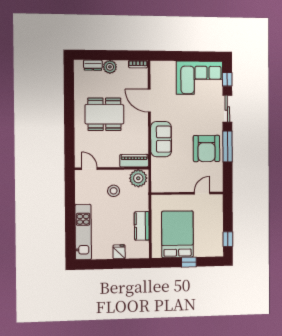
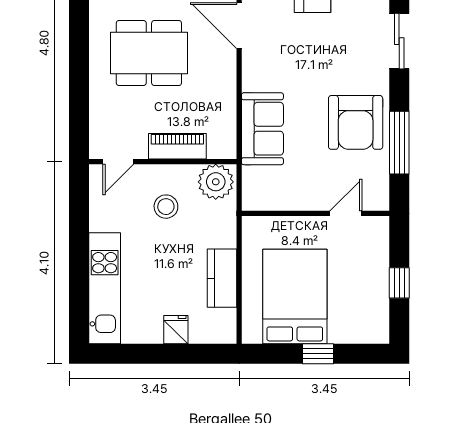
sofa: (161, 139) -> (262, 129), moved
window: (228, 146) -> (399, 143), moved
piano: (134, 161) -> (177, 146), moved
door: (89, 169) -> (118, 162), swing flipped
window: (228, 239) -> (399, 283), moved

